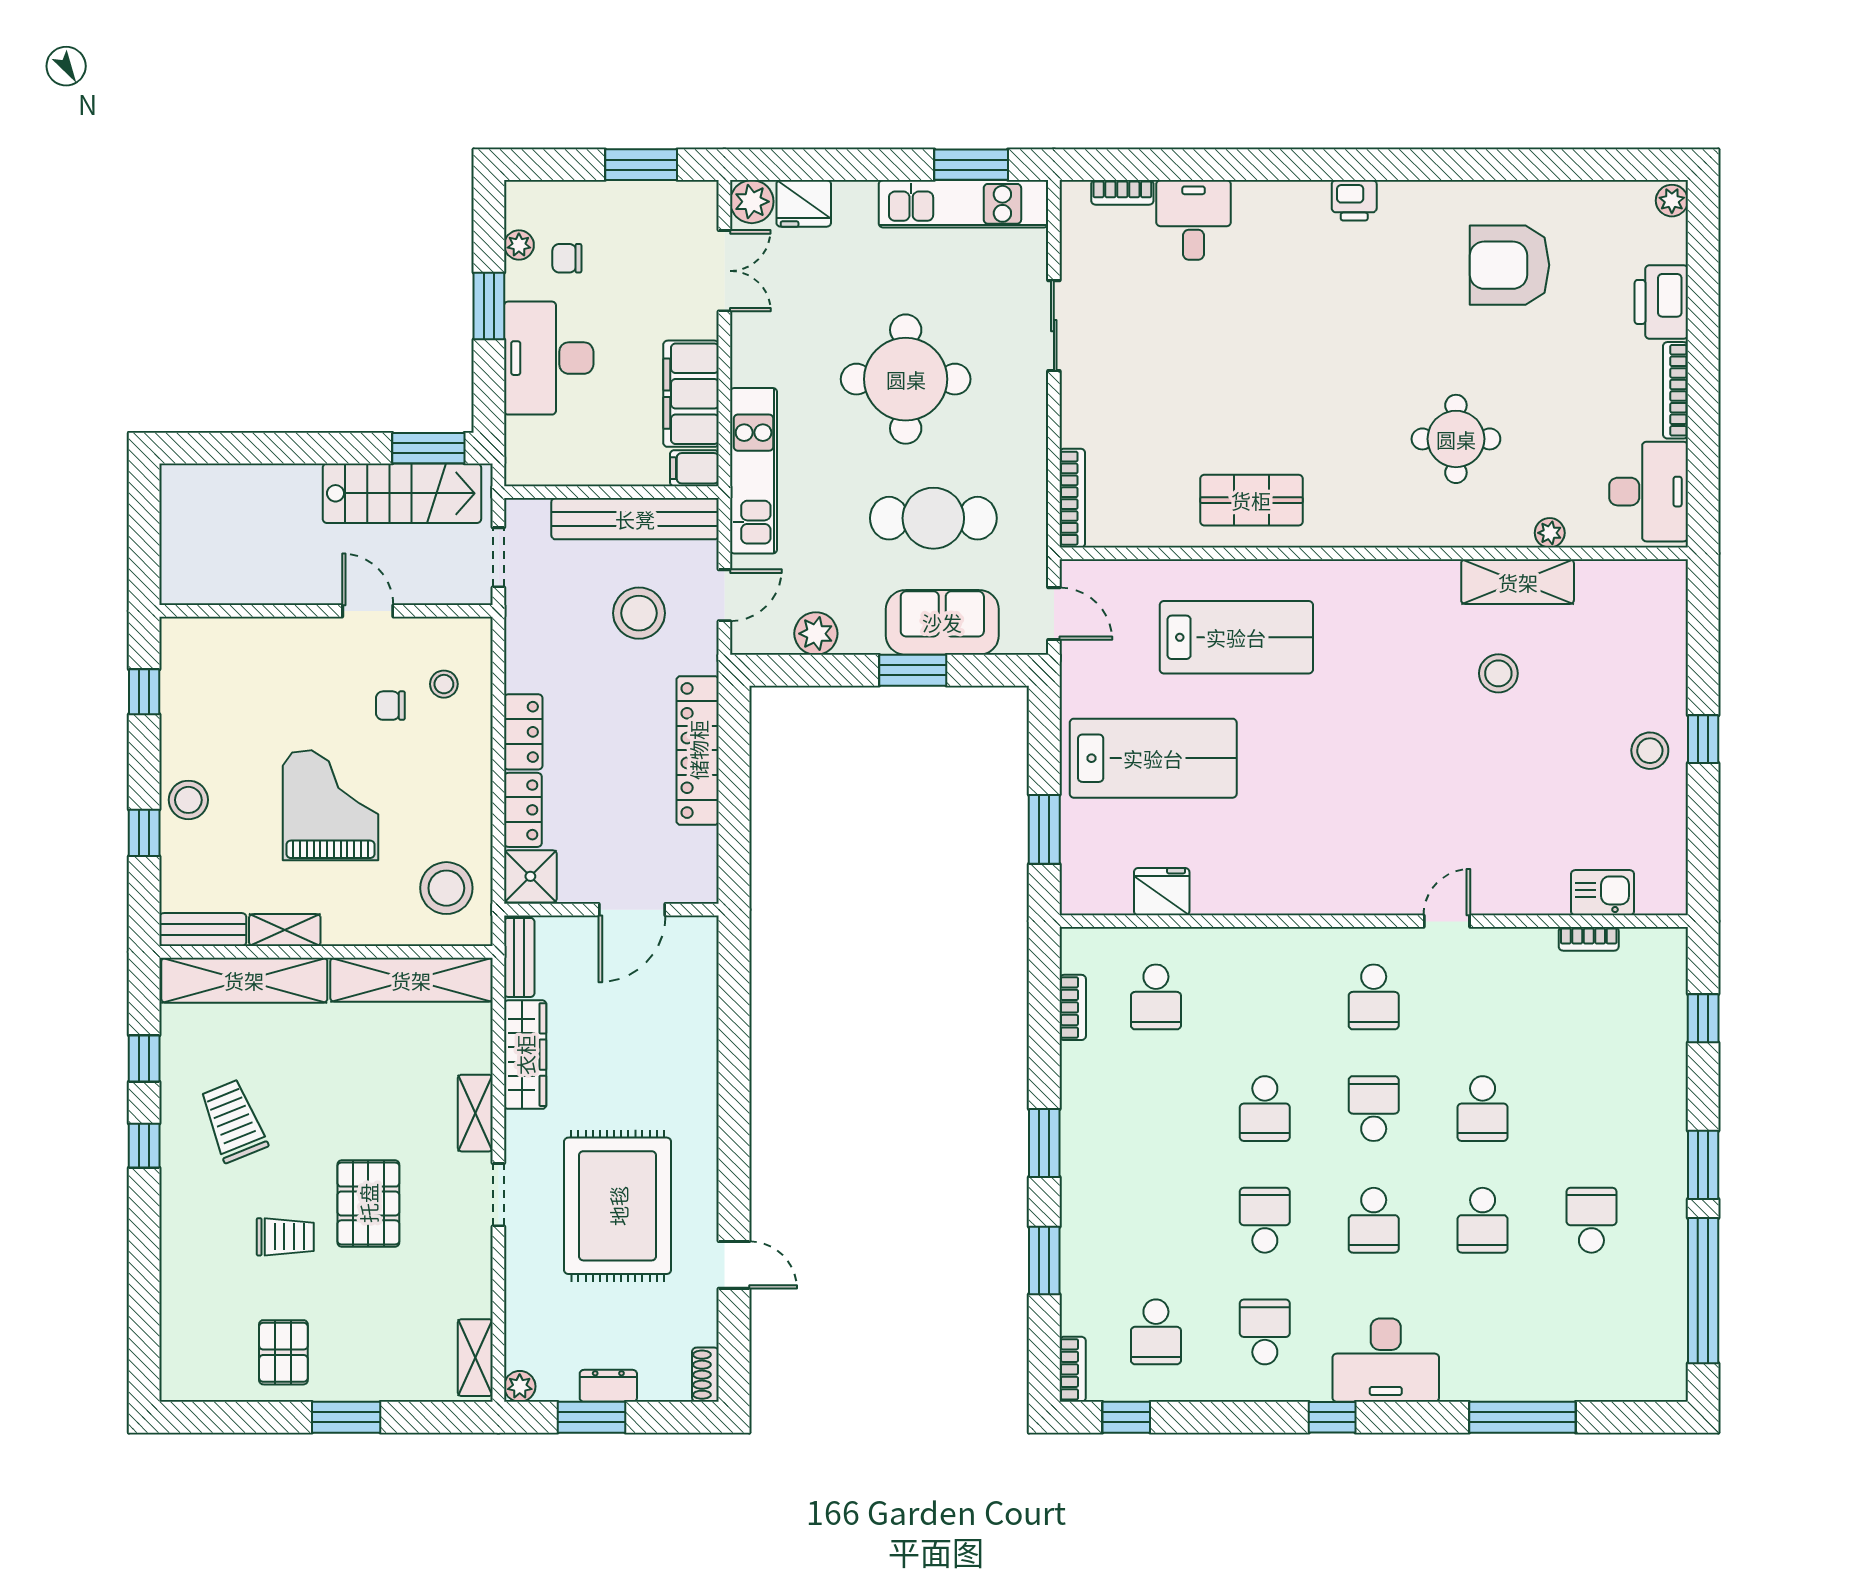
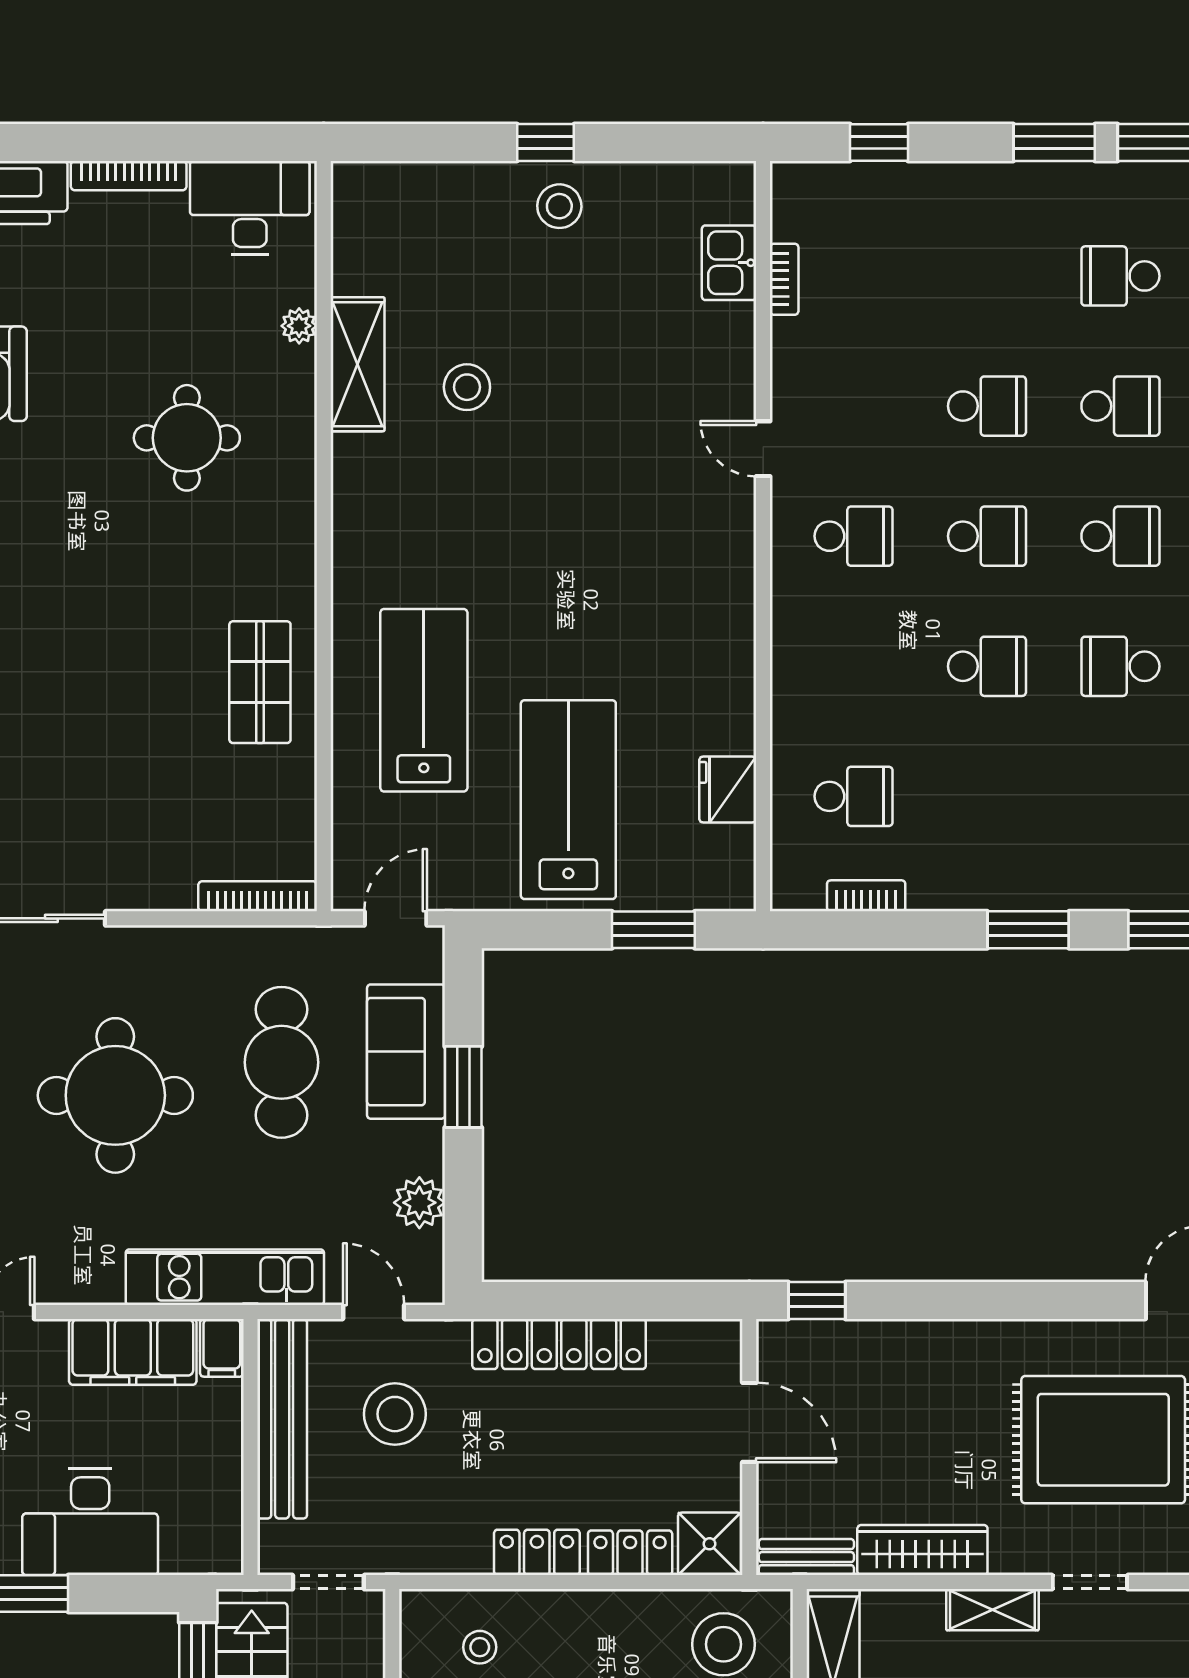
window: (734, 966) -> (817, 1301), added
school desk: (1374, 1109) -> (987, 536), turned 180

